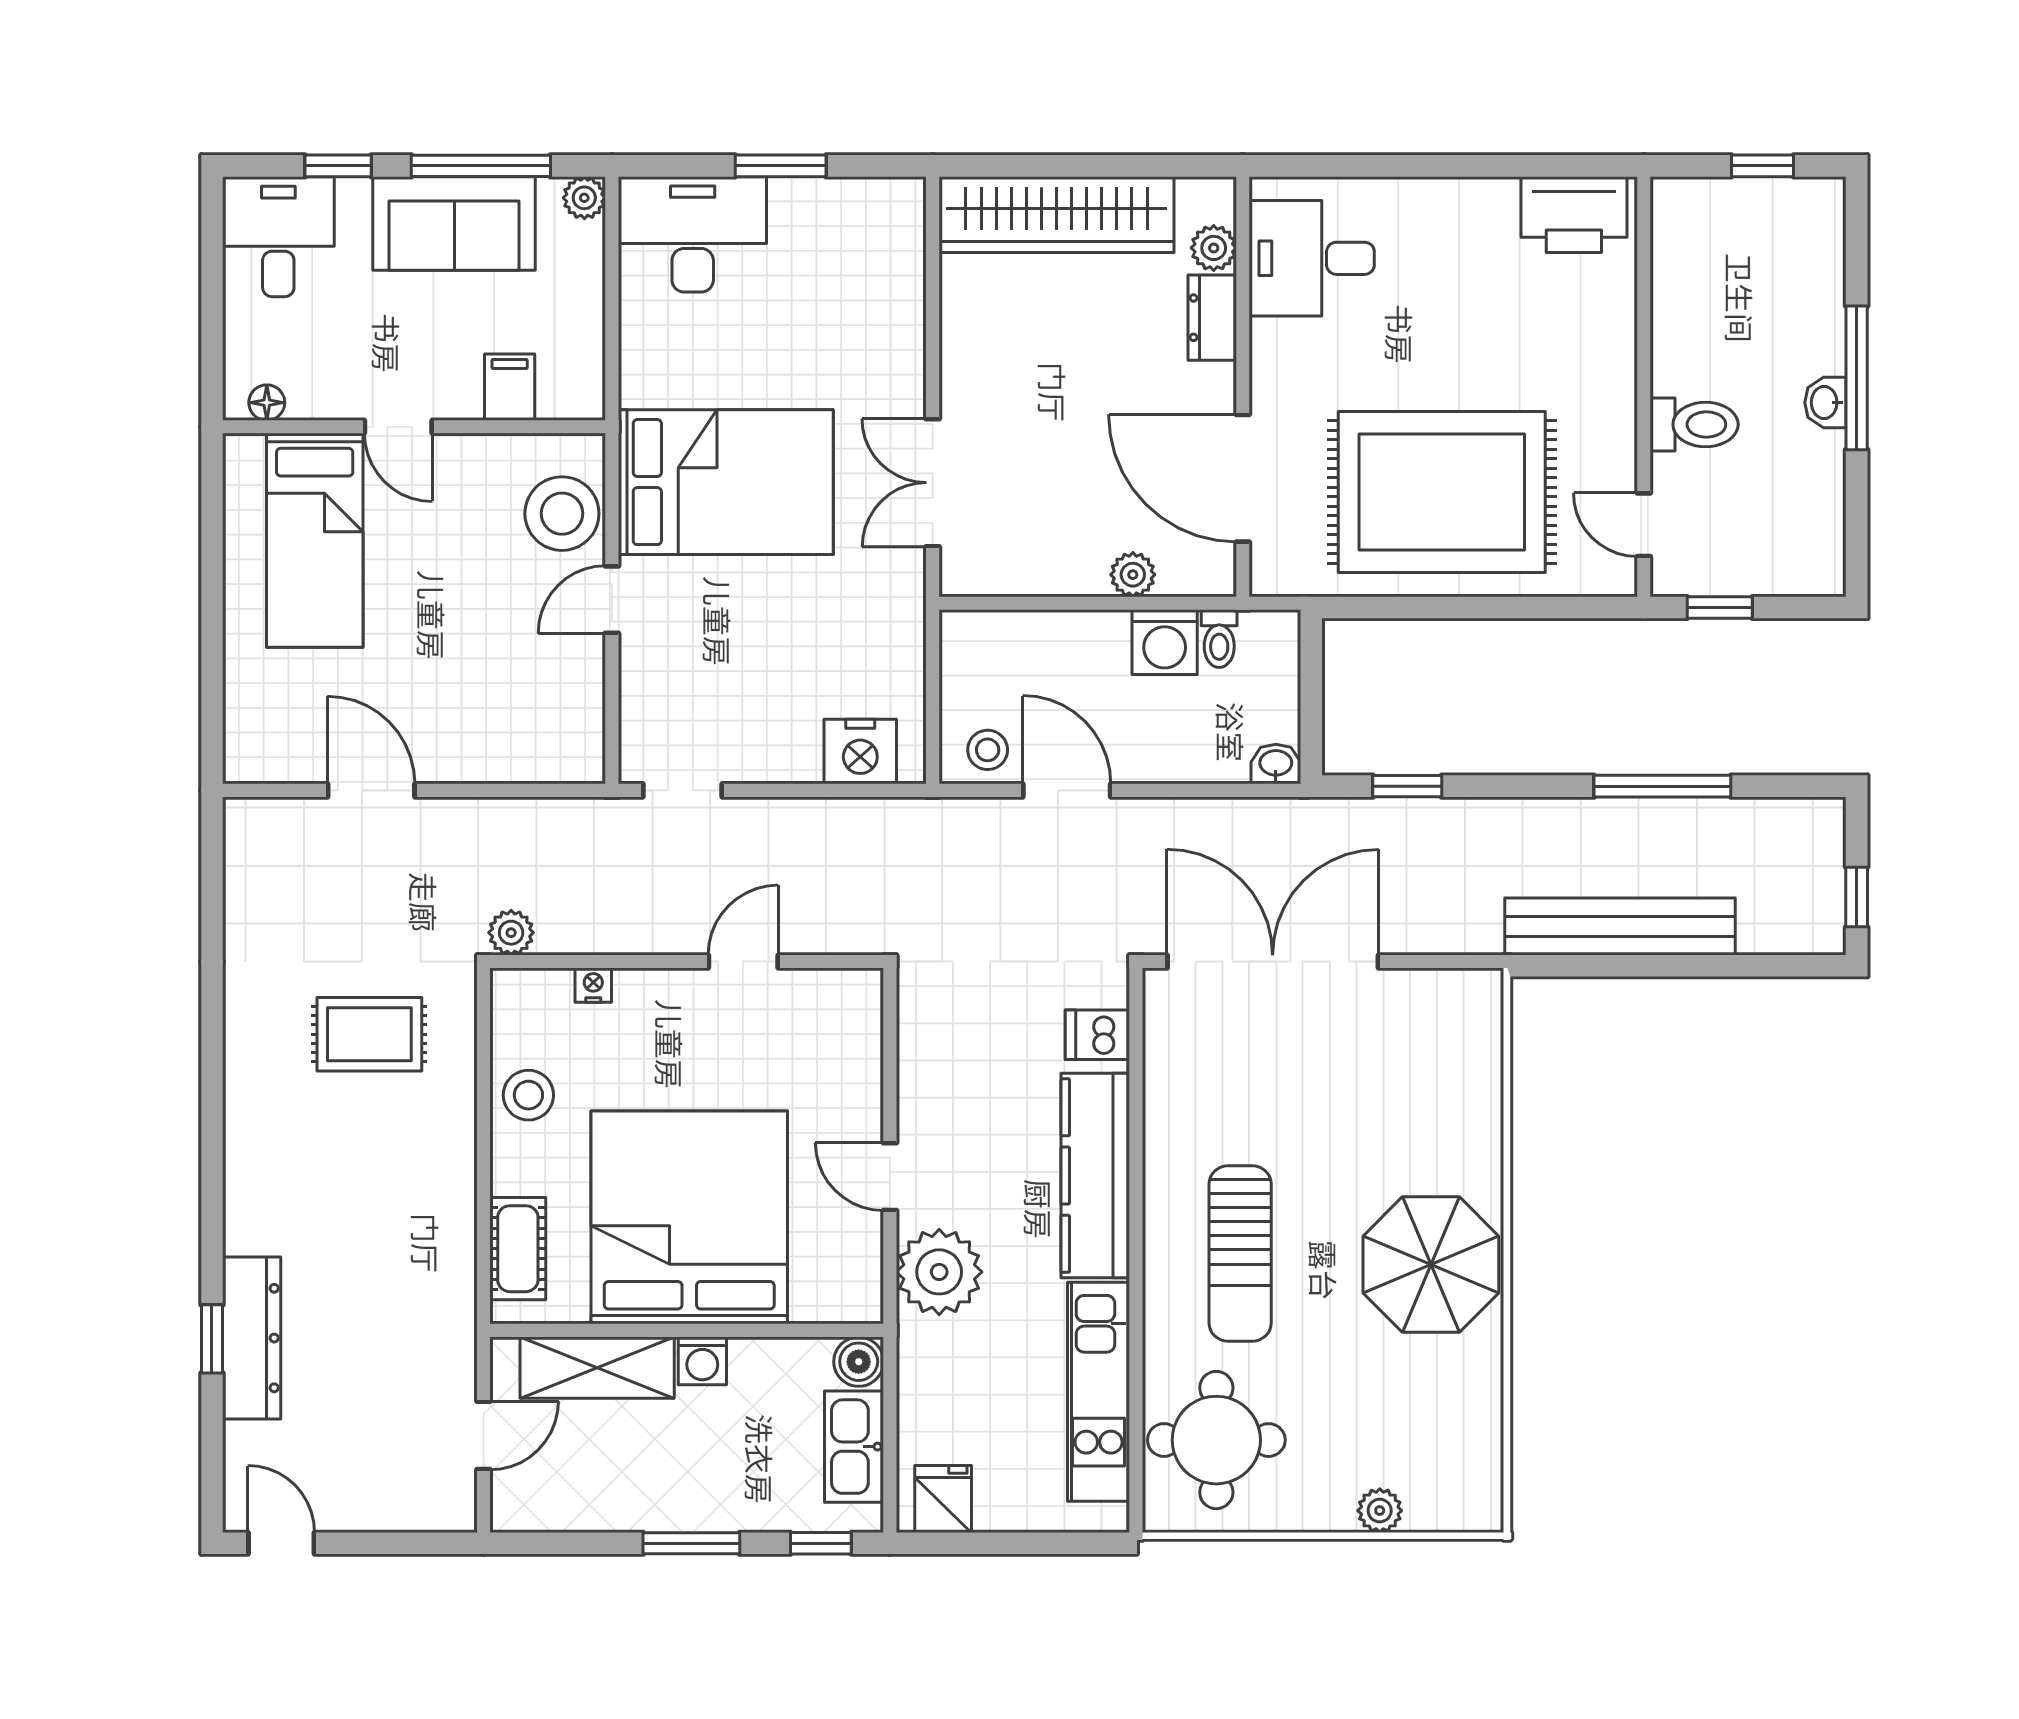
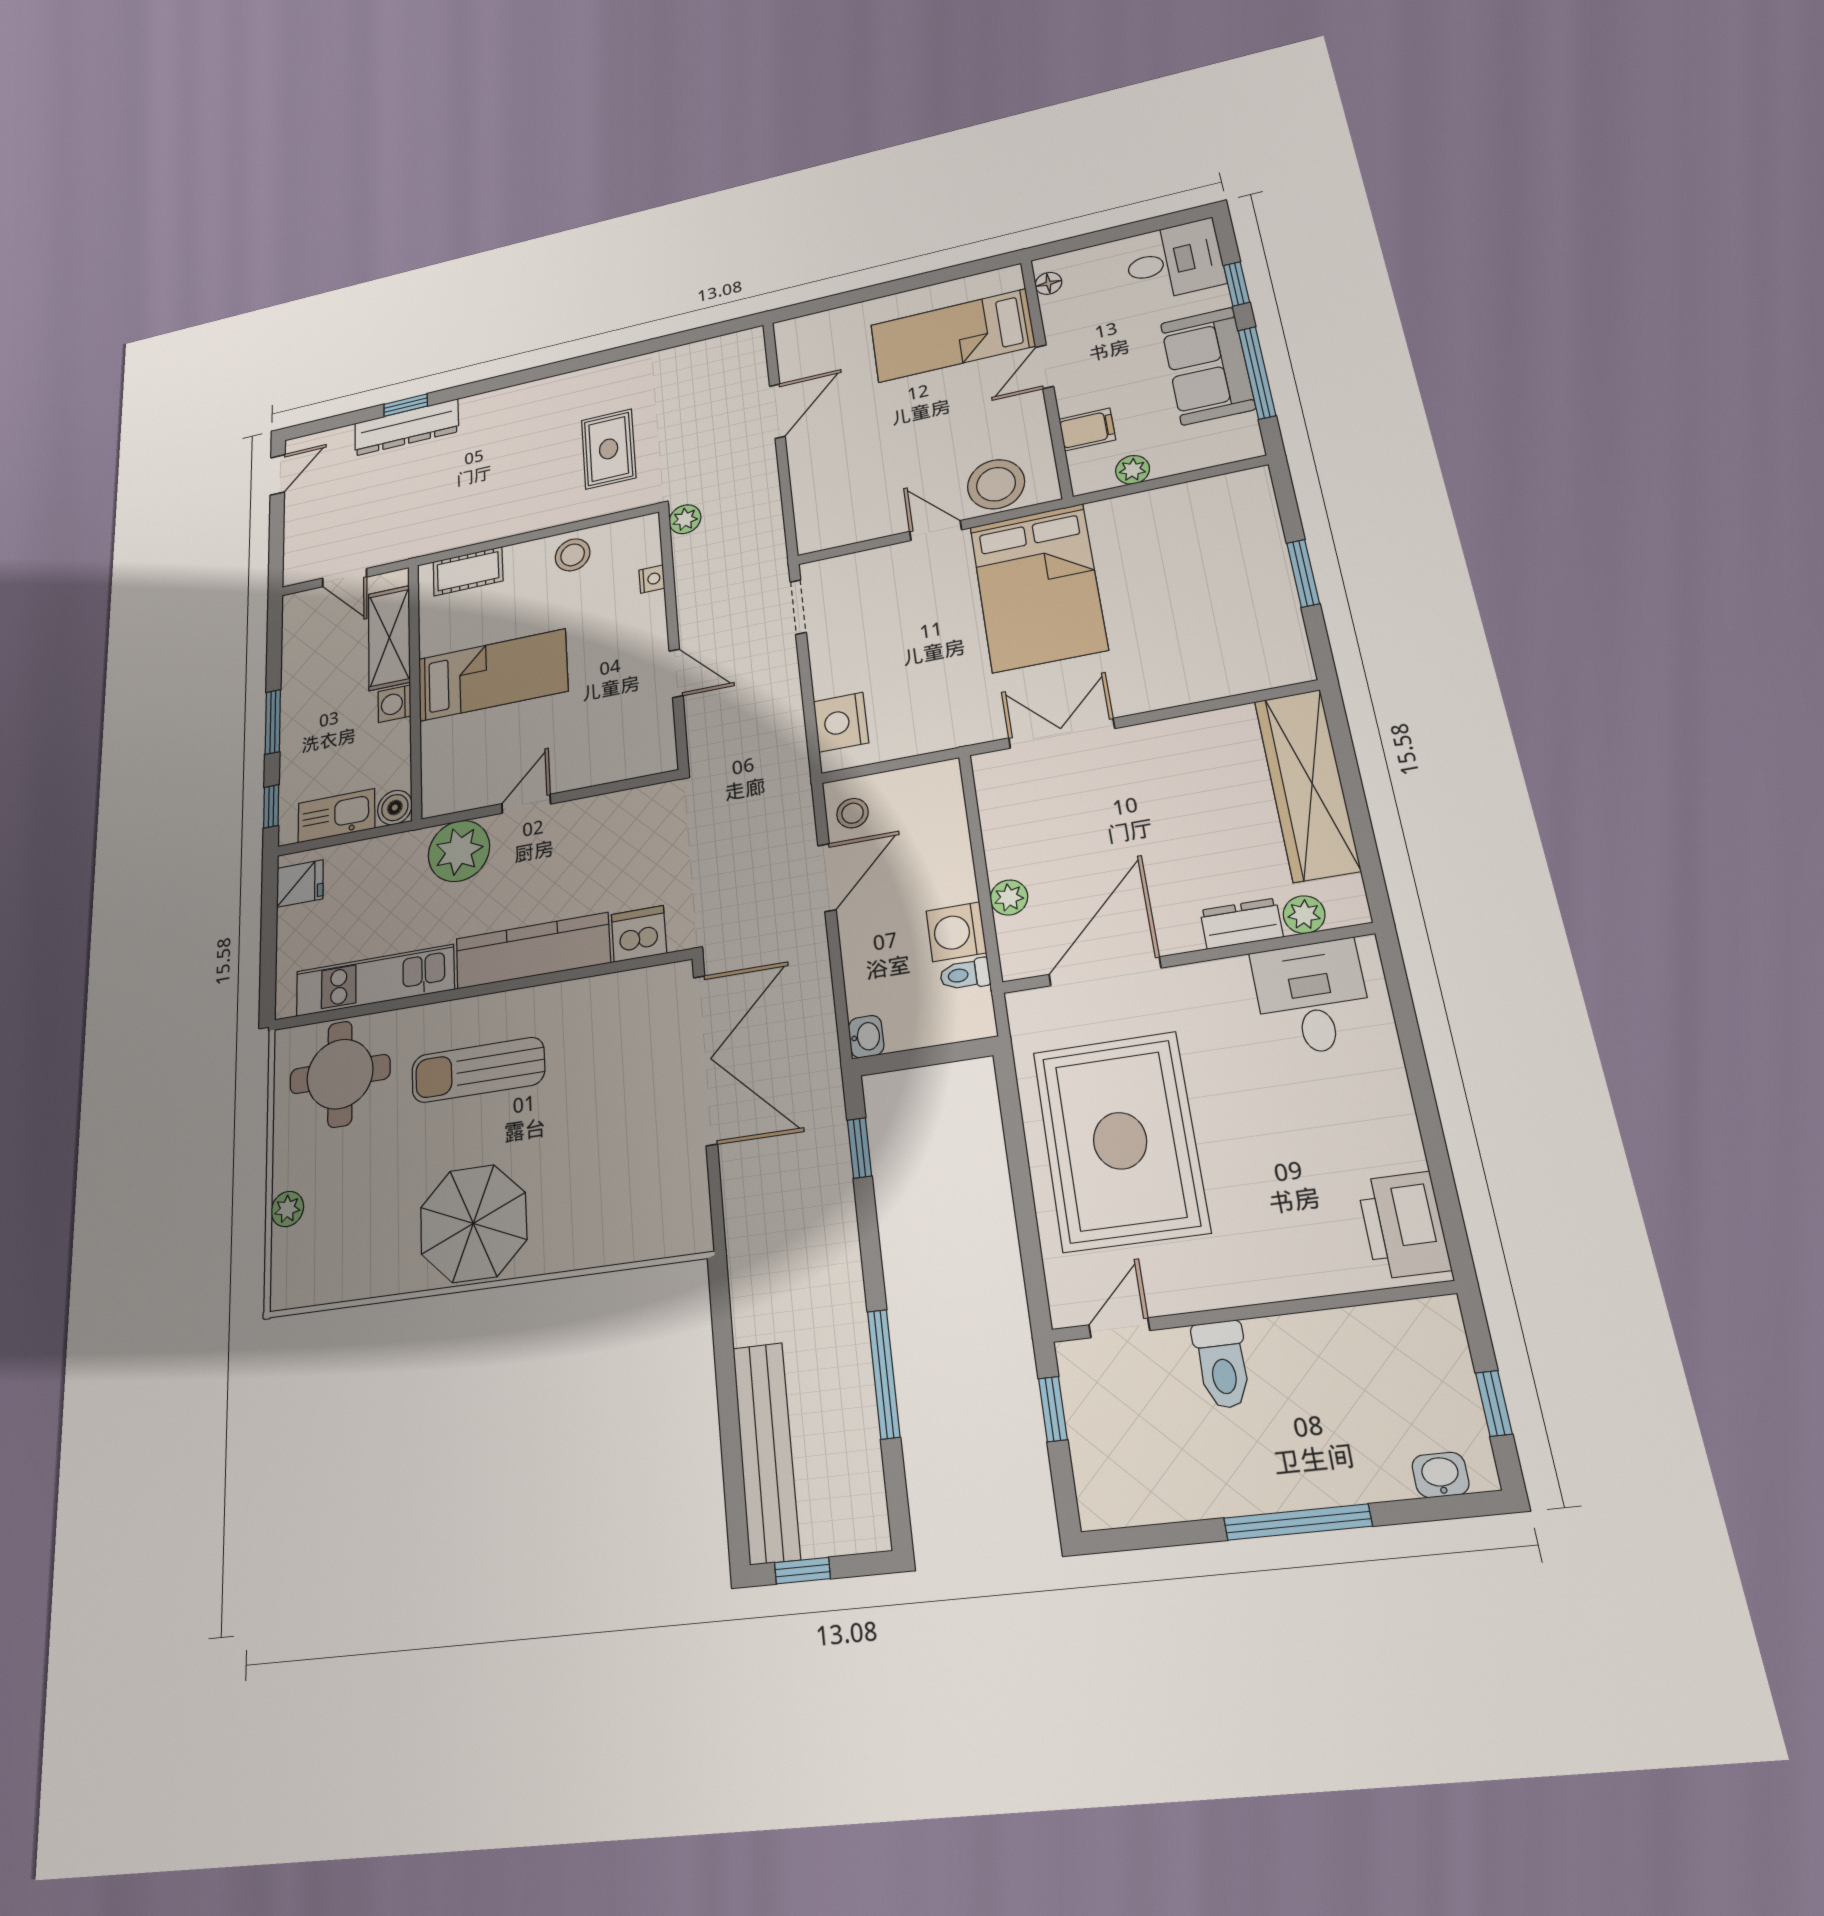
plant: (584, 198) -> (1133, 470), moved
desk: (693, 234) -> (1233, 524), removed
washbasin: (1825, 403) -> (1440, 1475), moved
bench: (1620, 926) -> (766, 1452), moved
dishwasher: (1097, 1035) -> (639, 934), width x1.38
bed: (689, 1217) -> (492, 675), width x0.49

